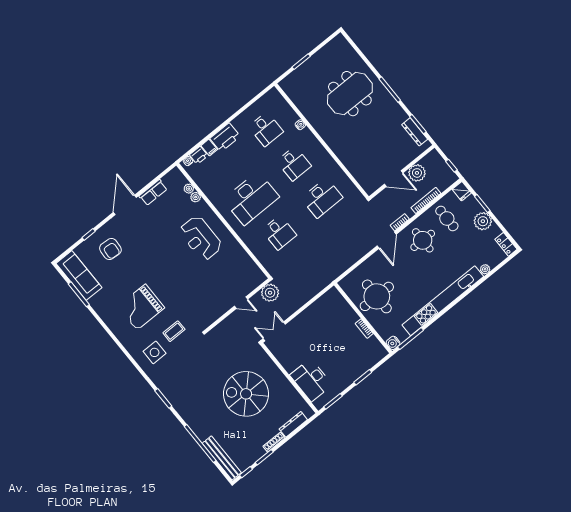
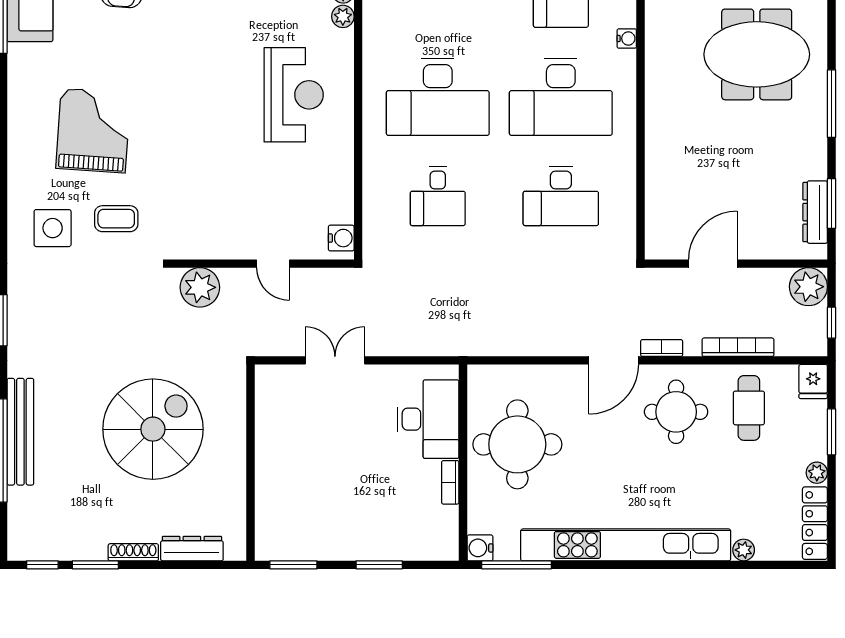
desk: (294, 164) -> (561, 97), width x1.87, depth x1.30
plant: (417, 173) -> (808, 287), moved
door: (394, 179) -> (713, 264), swing flipped
plant: (483, 221) -> (817, 473), width x0.53, depth x0.53
reception desk: (201, 238) -> (294, 95), turned 180
locker: (506, 244) -> (815, 523), width x1.53
water cooler: (257, 274) -> (341, 238), added
plant: (270, 293) -> (200, 287), moved
grand piano: (141, 307) -> (93, 130), turned 94
double door: (274, 331) -> (335, 360), moved
desk: (311, 380) -> (428, 419), moved, turned 180
spiral stairs: (246, 394) -> (153, 429), turned 90
bench: (222, 458) -> (20, 432), moved

